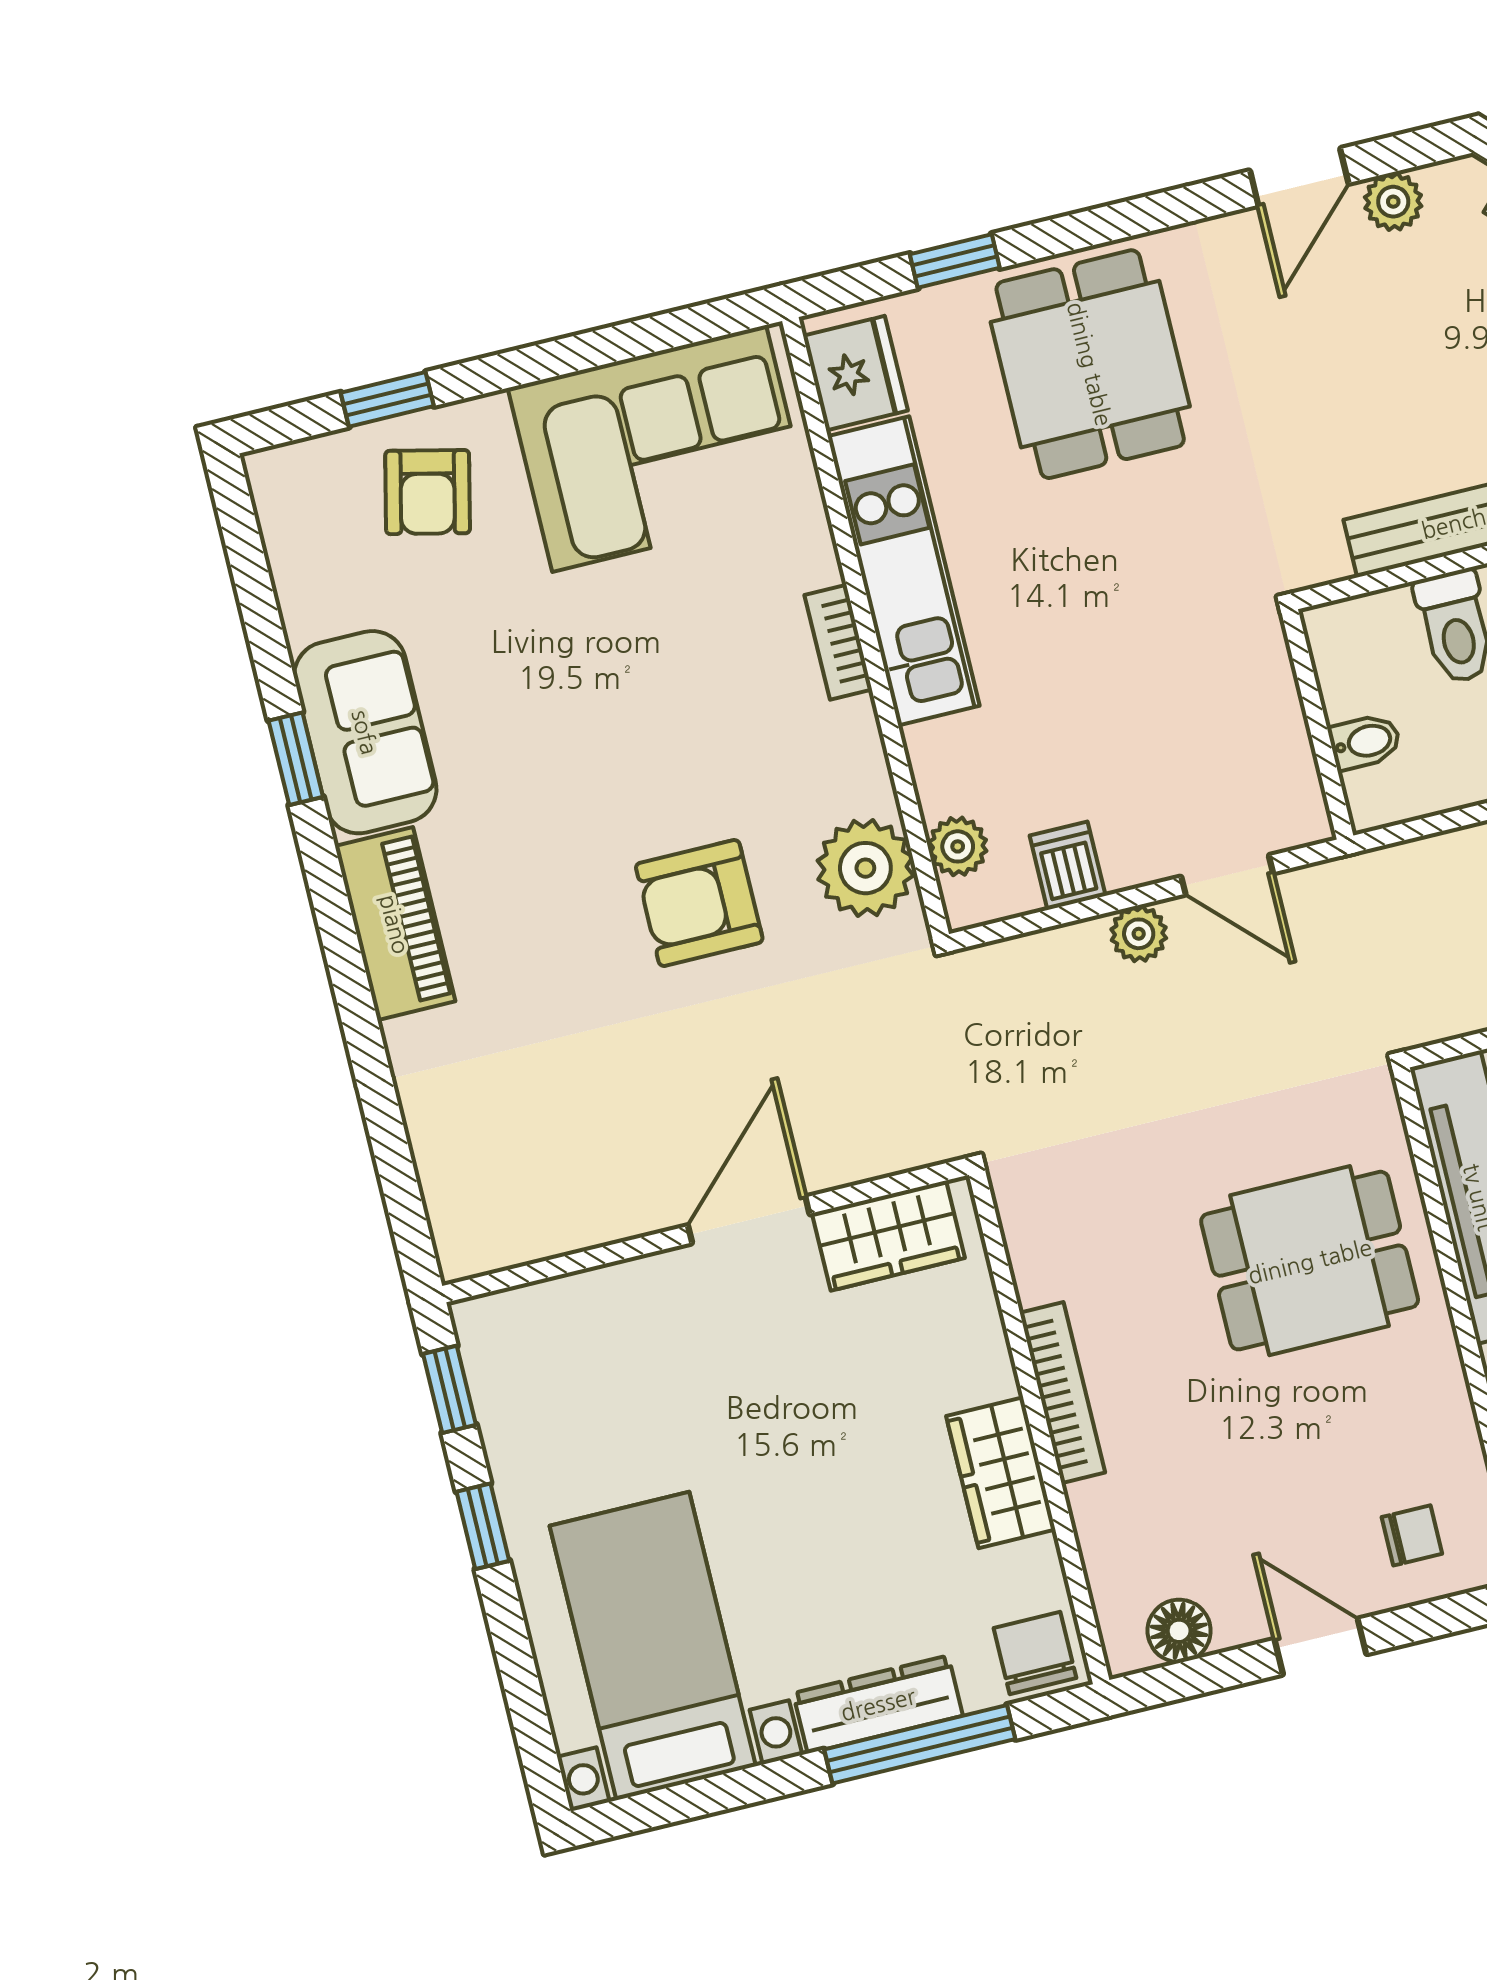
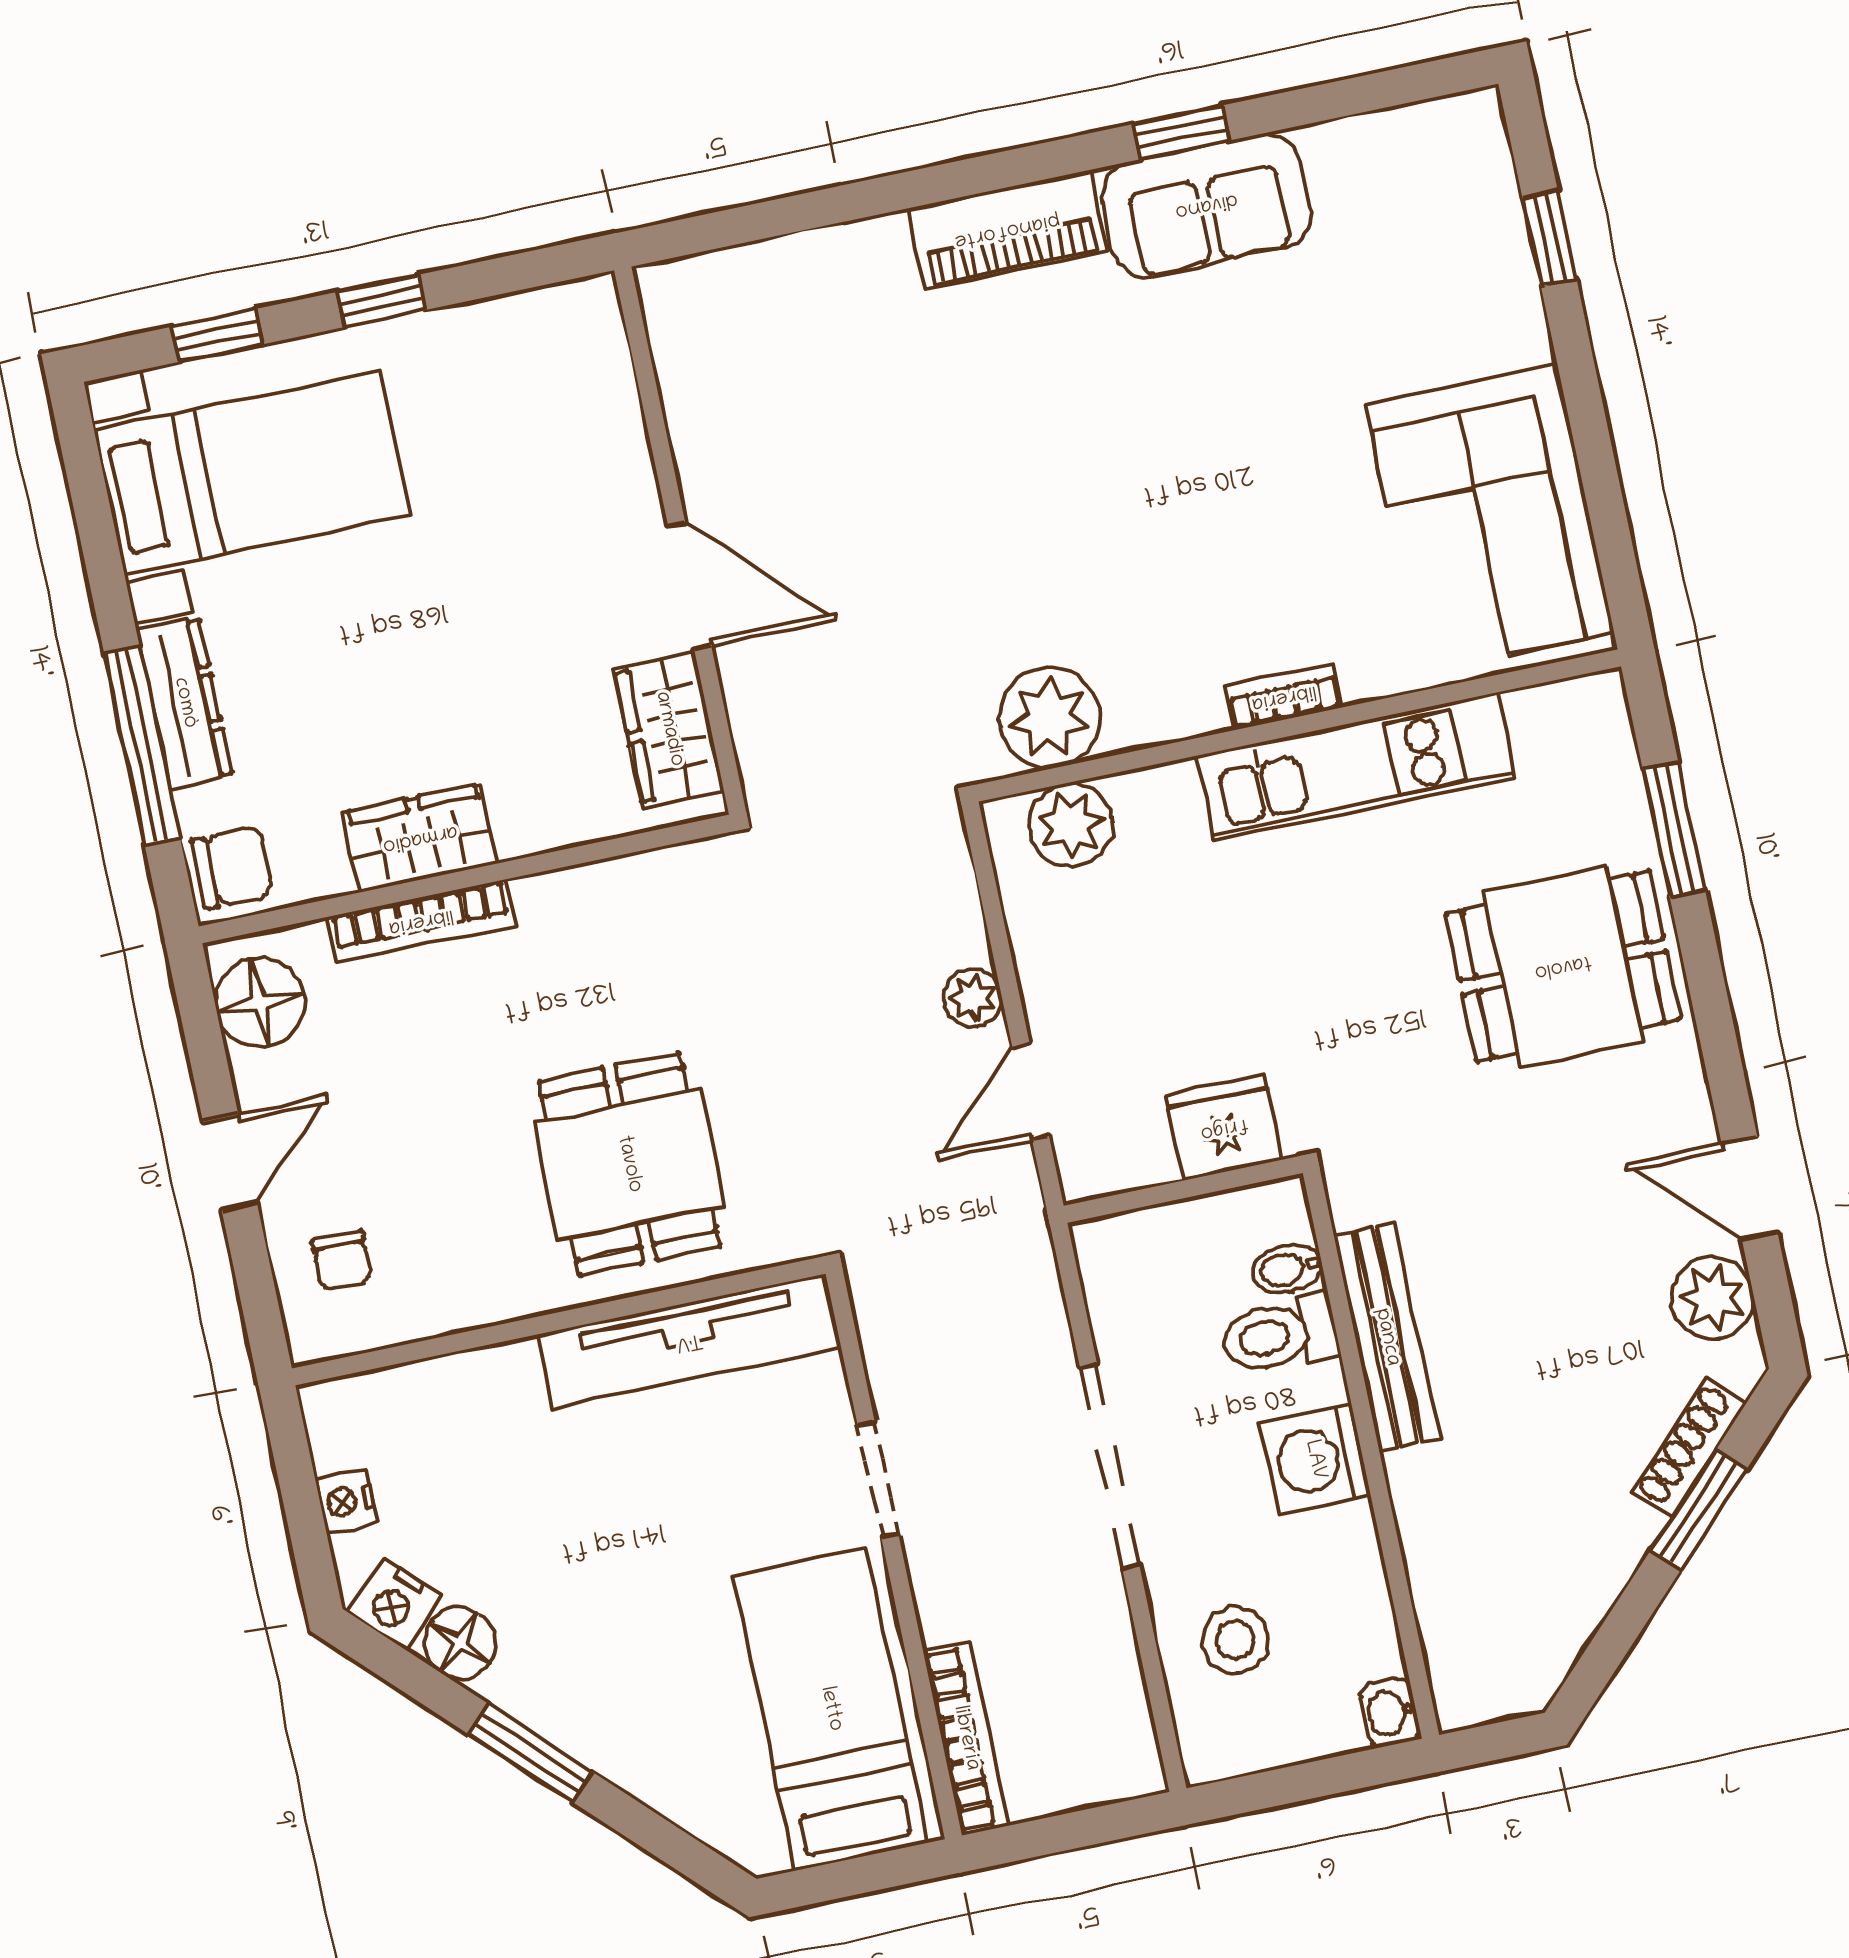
plant: (1393, 202) -> (1712, 1298), width x1.38, depth x1.38
window: (955, 261) -> (1674, 830), width x1.50
fridge: (855, 373) -> (1224, 1128), moved, turned 180
armchair: (428, 492) -> (1452, 277), removed
bidet: (1365, 742) -> (1288, 1269), moved, turned 90
plant: (958, 846) -> (1071, 825), width x1.38, depth x1.38
dishwasher: (1068, 866) -> (1045, 927), removed
armchair: (699, 903) -> (1019, 545), removed
window: (450, 1389) -> (217, 335), moved
bookcase: (1062, 1393) -> (421, 921), moved
floor lamp: (1179, 1631) -> (260, 1003), width x1.38, depth x1.38

